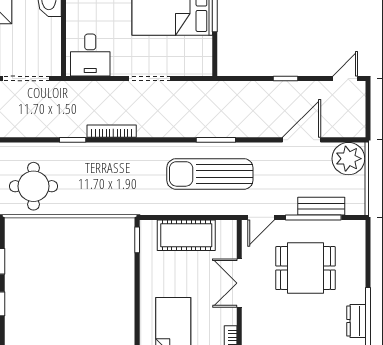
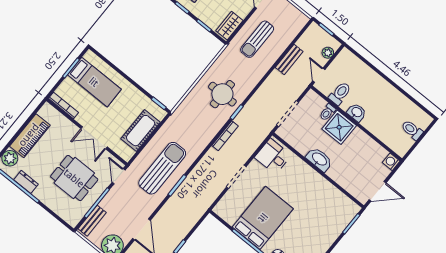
round table: (34, 186) -> (222, 94), moved
bench: (321, 206) -> (92, 221), moved
dining table: (305, 268) -> (74, 178), turned 90
double door: (239, 283) -> (94, 138), swing flipped

